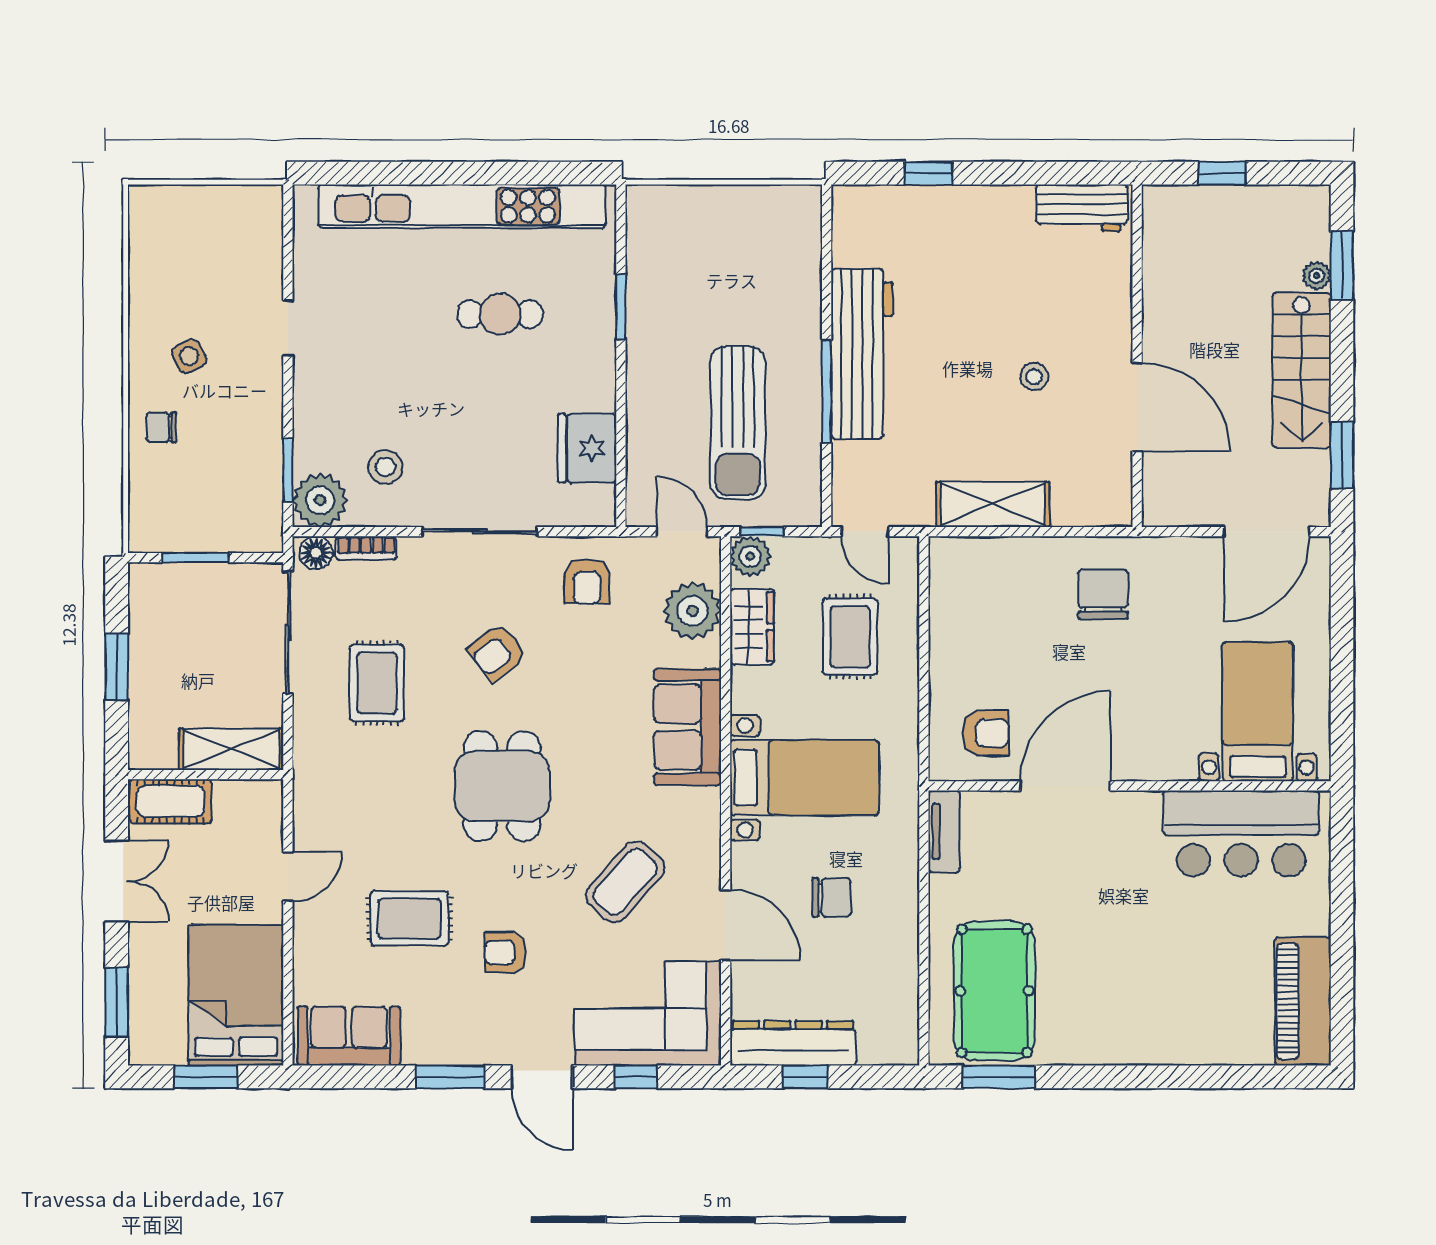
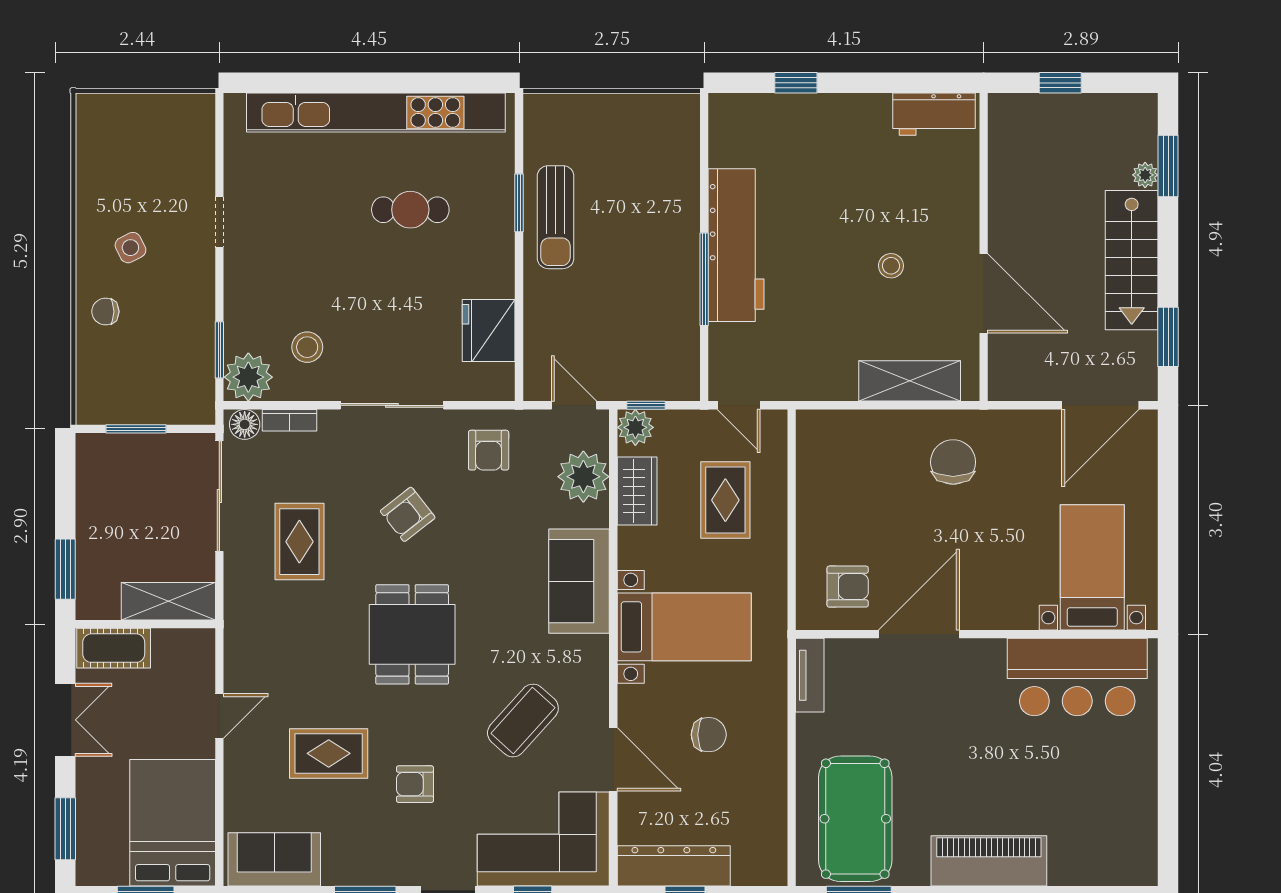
sun lounger: (738, 423) -> (556, 217), moved, width x0.73, depth x0.75
shelving: (993, 504) -> (910, 381), moved
window: (117, 667) -> (65, 569), moved
piano: (1303, 1001) -> (989, 861), moved, turned 90

